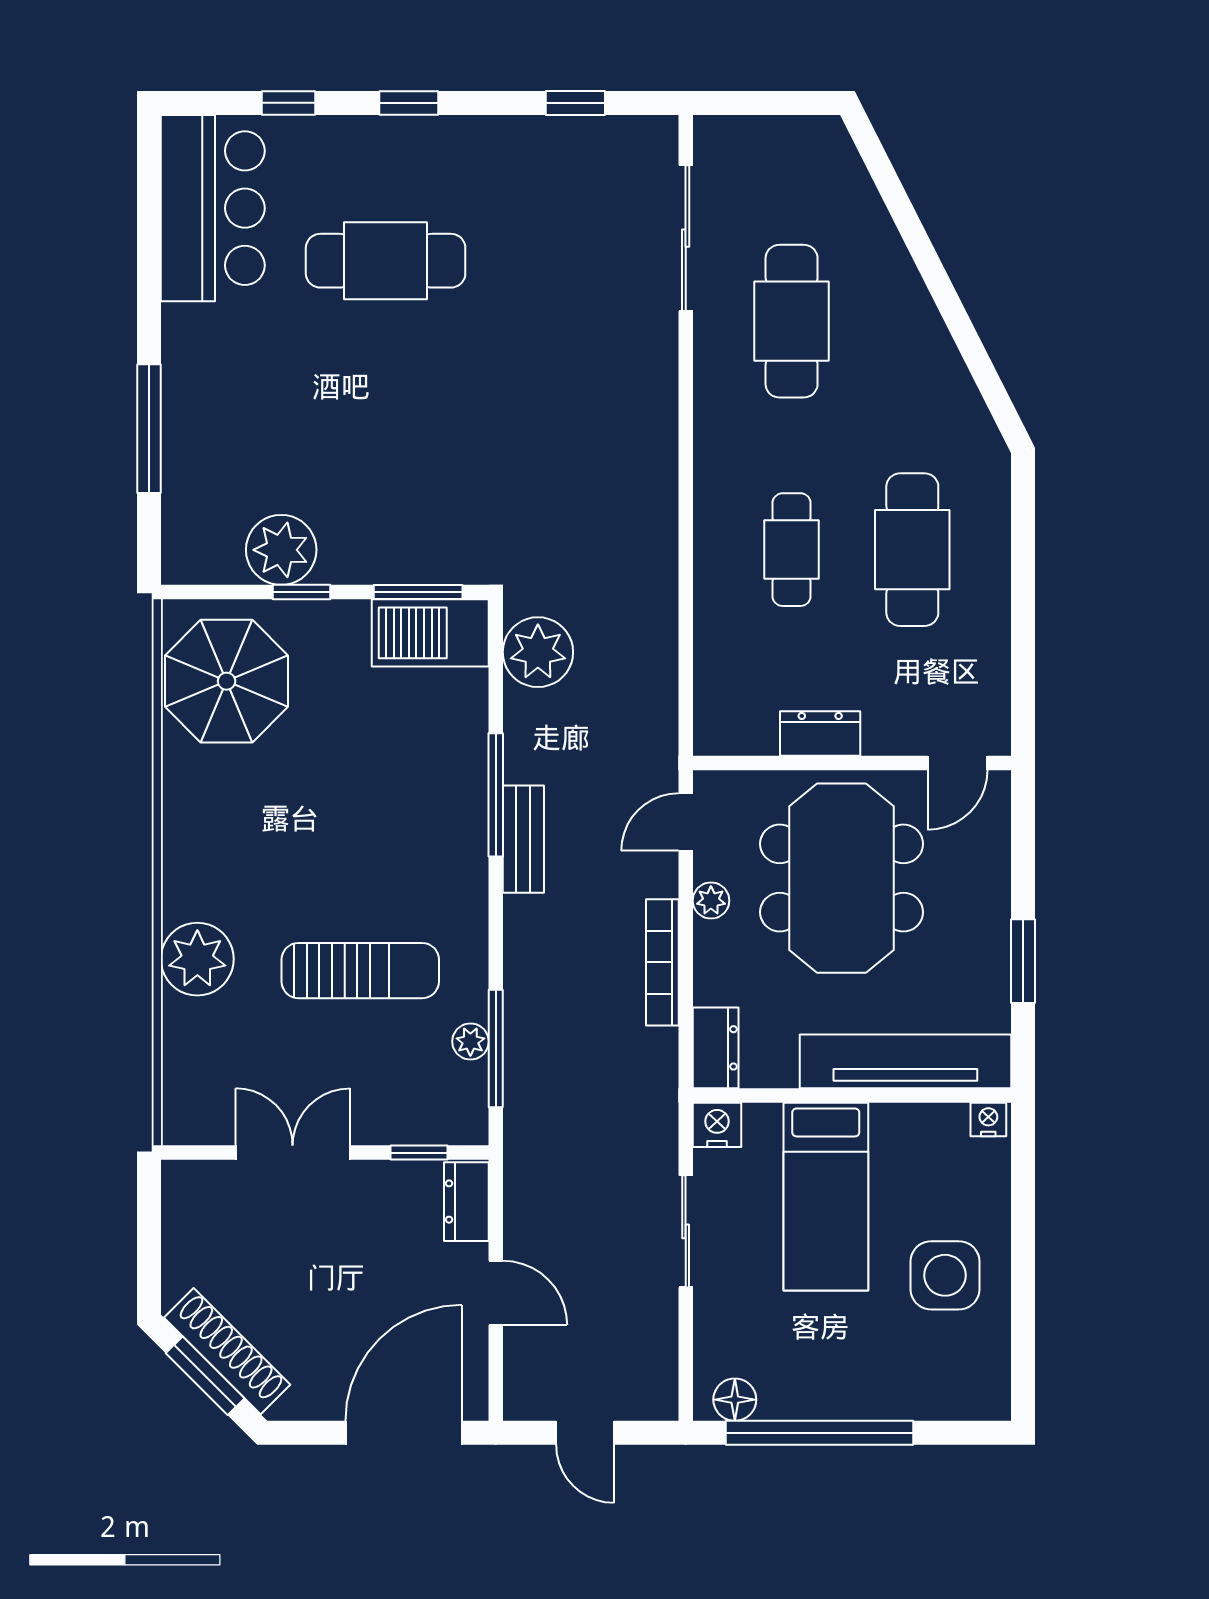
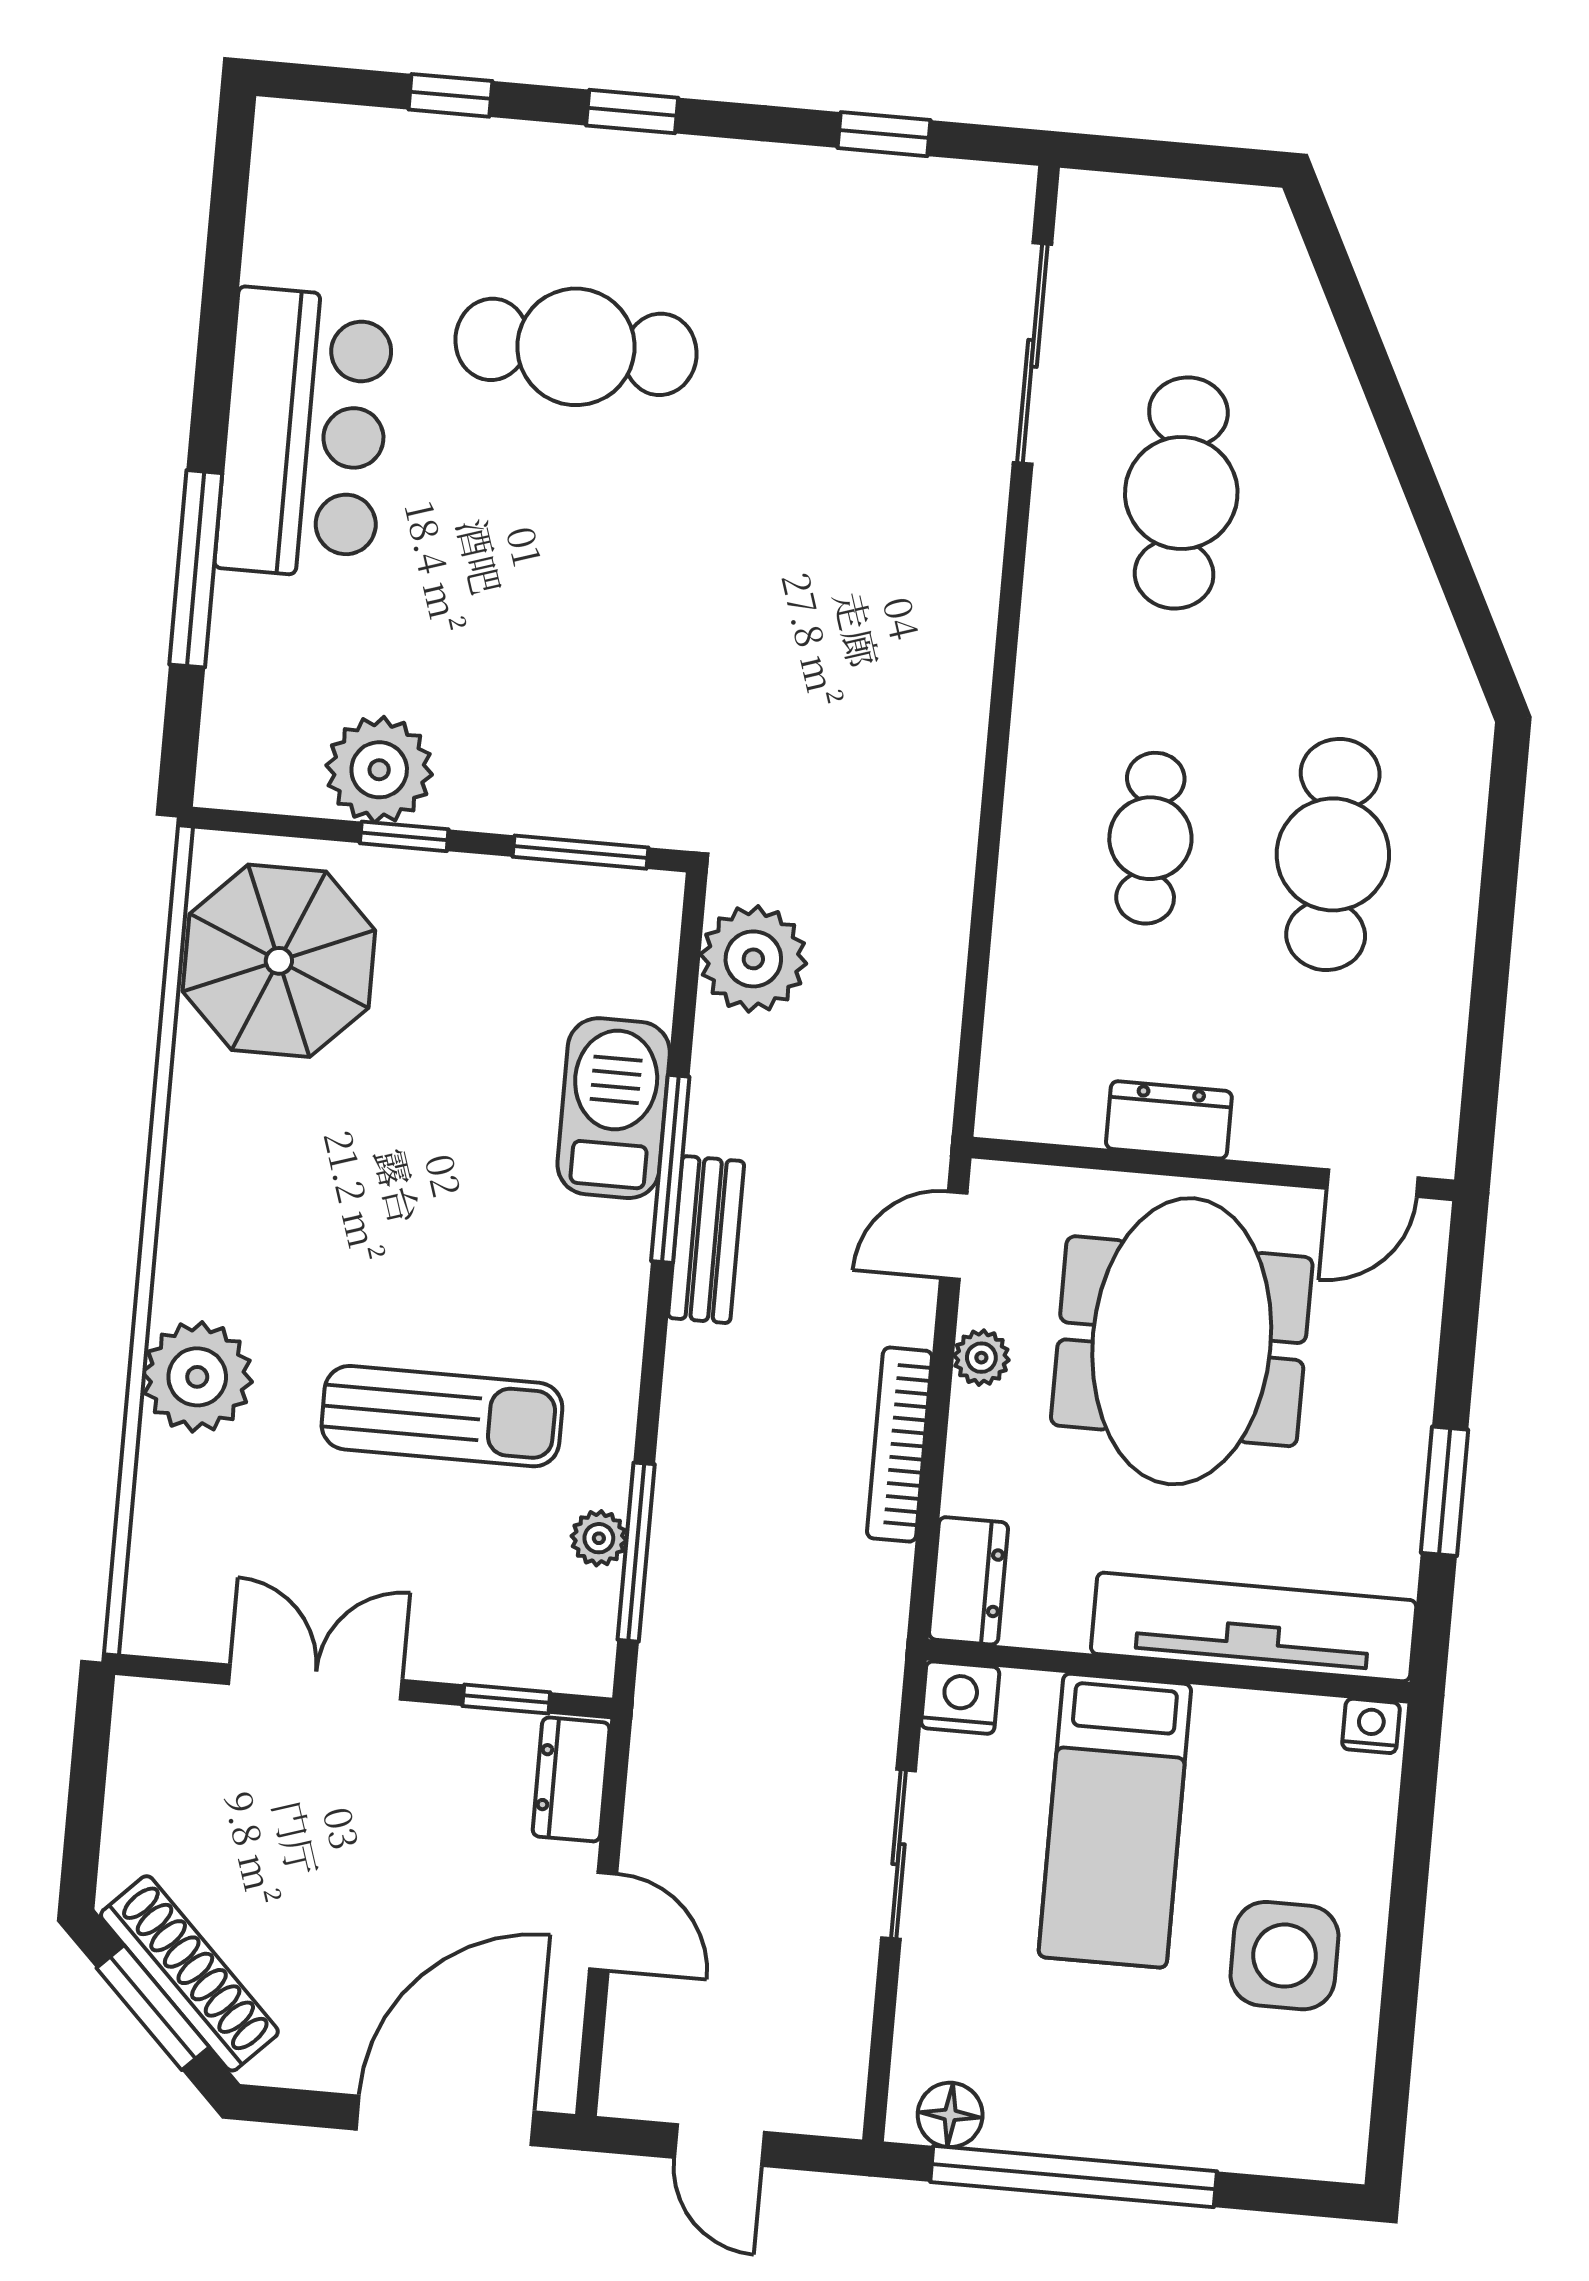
bar counter: (213, 208) -> (305, 434), moved
barbecue: (430, 633) -> (614, 1108), moved, turned 90

